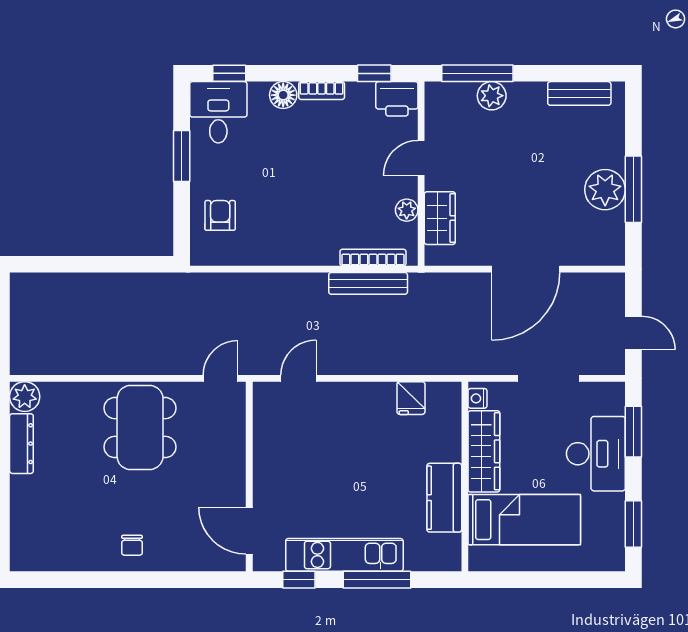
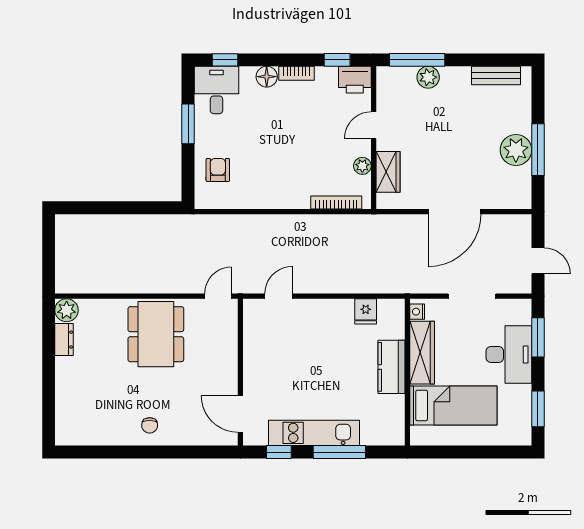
bench: (368, 283) -> (332, 223), removed
dresser: (21, 444) -> (64, 340), width x0.70
kitchen counter: (444, 498) -> (391, 367), moved

